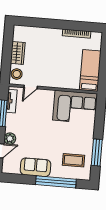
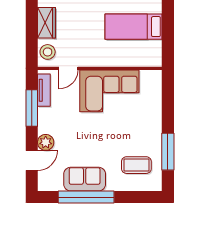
bed: (90, 70) -> (134, 27), moved, turned -90
corner sofa: (75, 107) -> (109, 91), moved
window: (56, 182) -> (86, 197), moved

